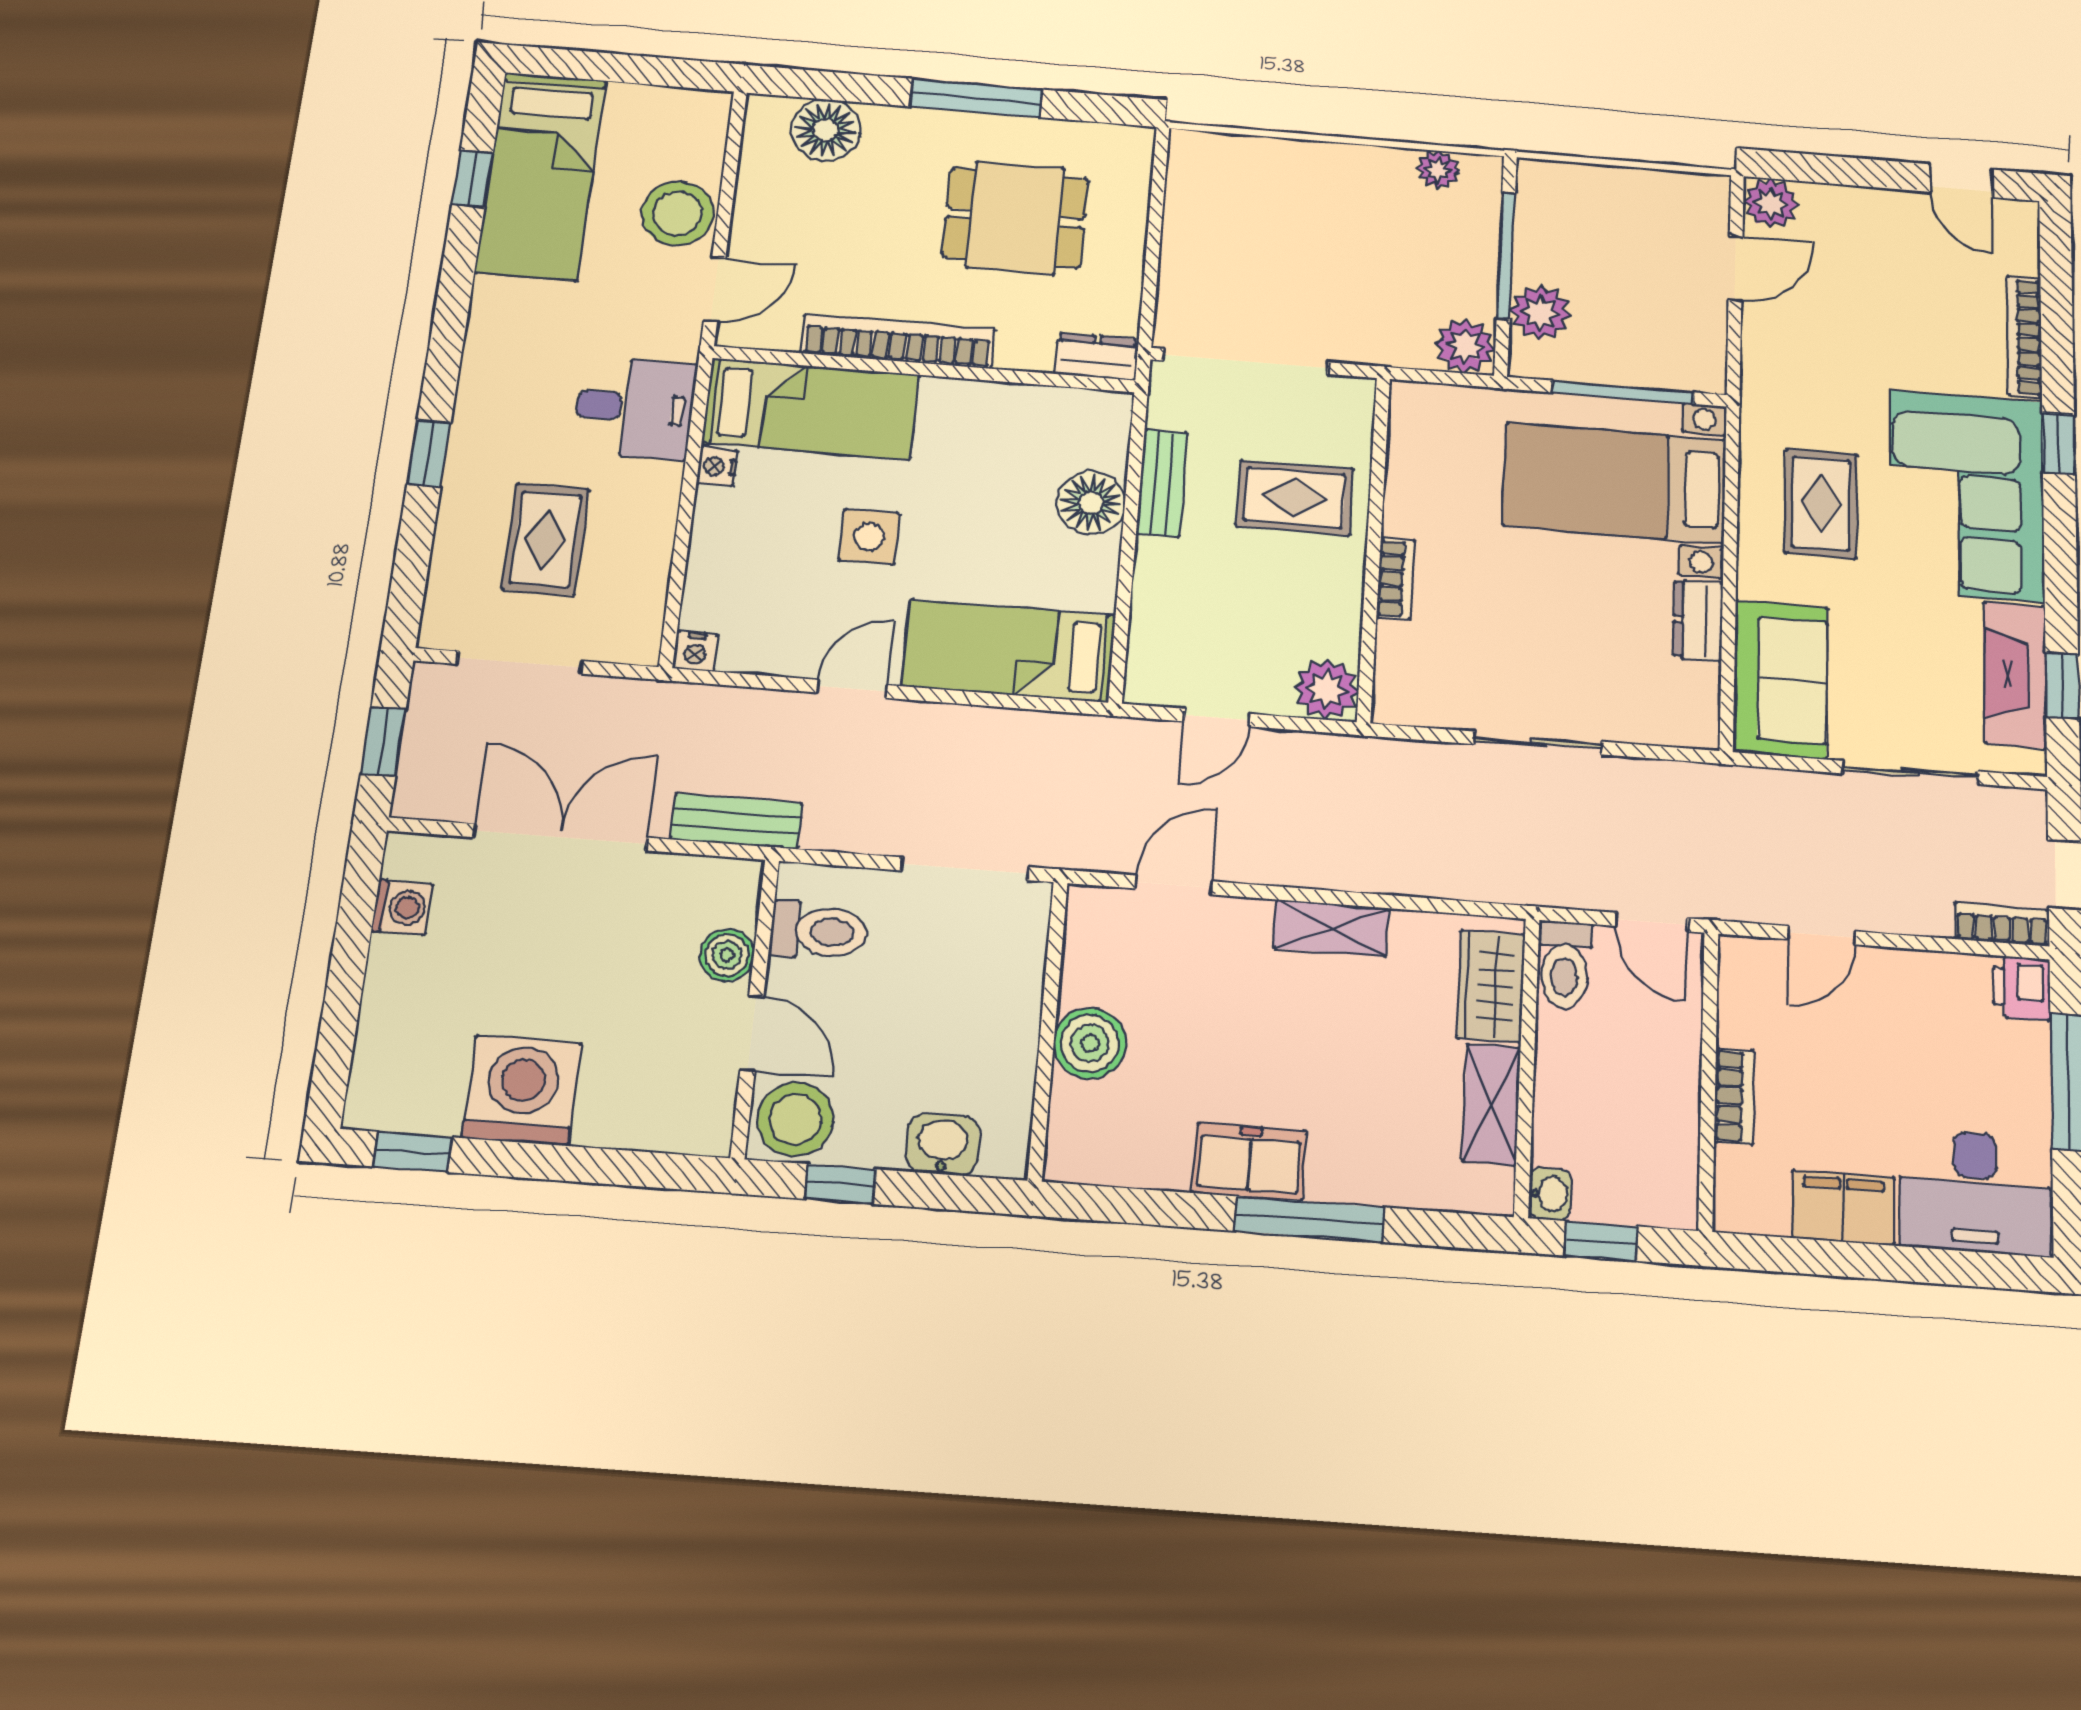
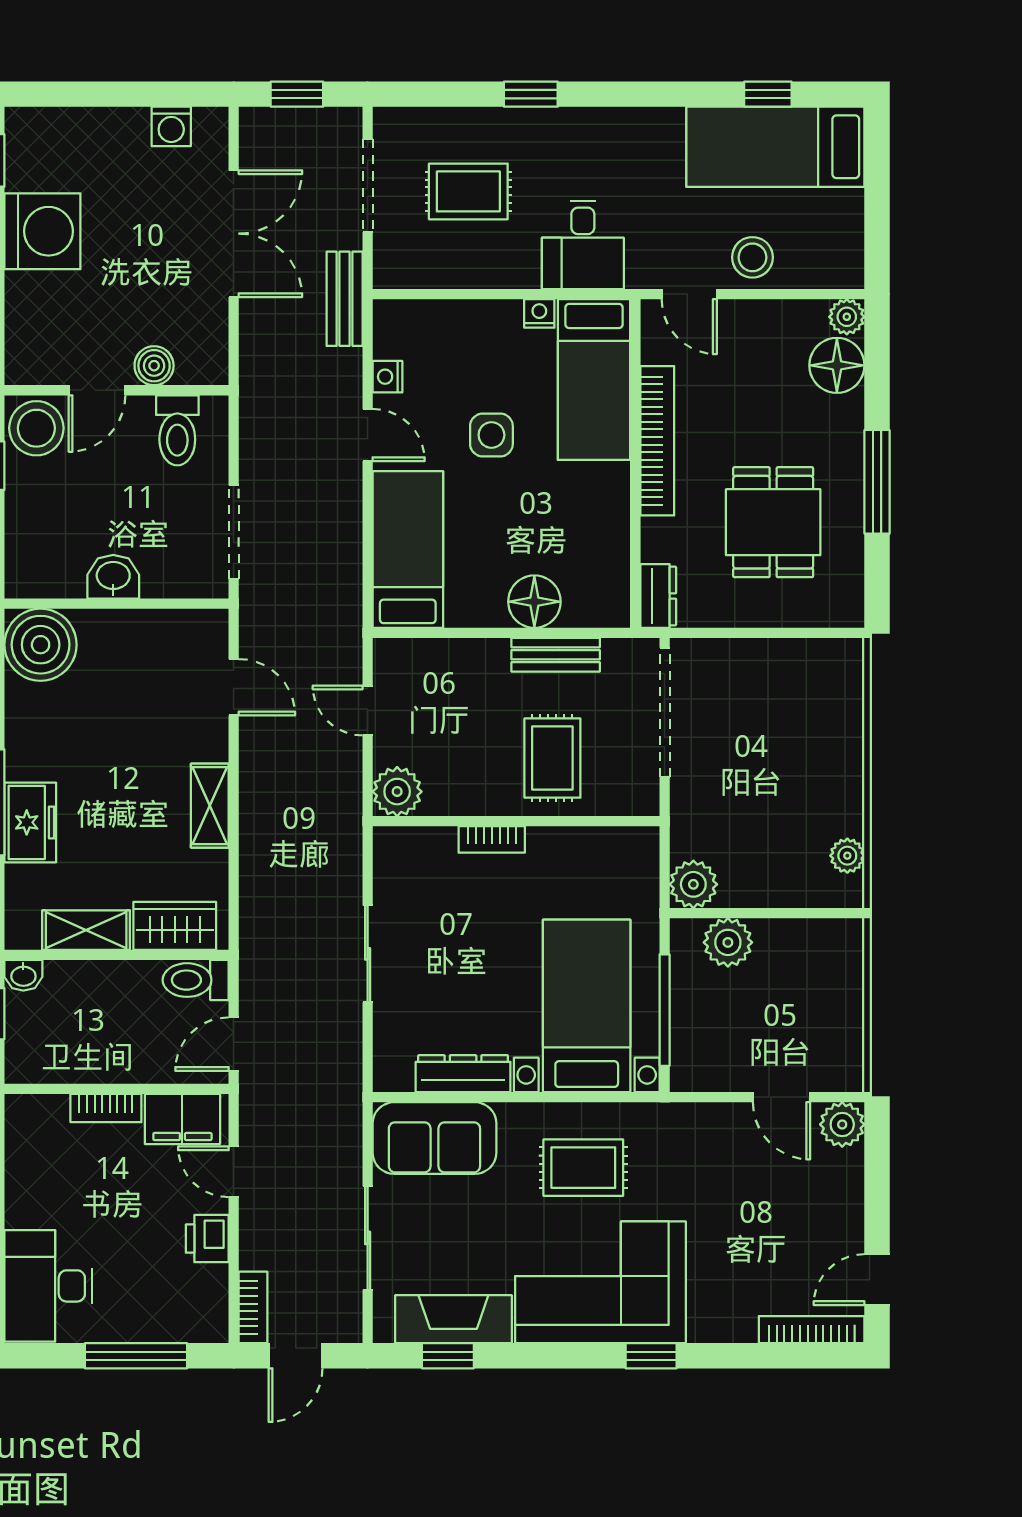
plant: (766, 114) -> (847, 317), added
stool: (677, 213) -> (752, 257), width x0.73, depth x0.73
window: (1506, 256) -> (776, 913), removed
bookcase: (2025, 337) -> (812, 1330), moved
dresser: (1698, 620) -> (463, 1074), width x1.44
nightstand: (695, 651) -> (387, 377), moved
bench: (737, 821) -> (345, 299), moved
printer: (2022, 988) -> (207, 1239), moved, turned -90
boiler: (1090, 1043) -> (41, 645), moved, width x1.37, depth x1.37
washbasin: (943, 1144) -> (113, 577), moved, turned -90
freezer: (1249, 1162) -> (30, 822), moved
filing cabinet: (1843, 1208) -> (182, 1119), moved, turned 90

